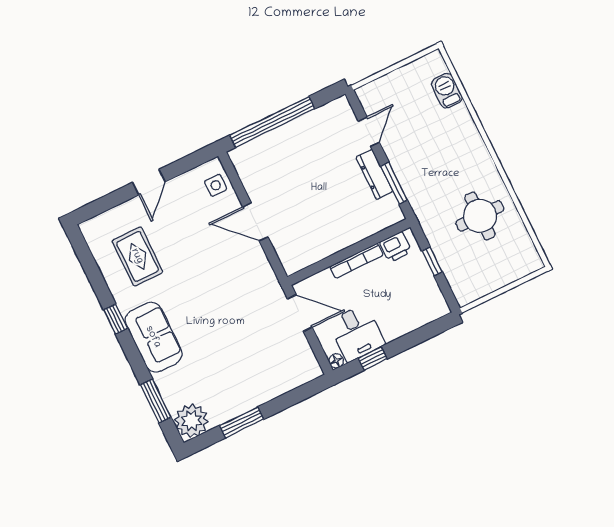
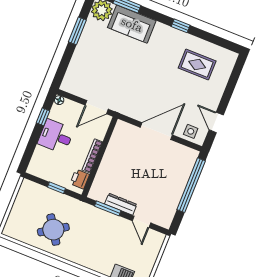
door: (149, 182) -> (216, 122), moved
round table: (480, 216) -> (53, 230), turned -33
door: (255, 222) -> (156, 131), width x1.36
desk: (357, 333) -> (56, 136), moved
sofa: (153, 337) -> (132, 24), moved

